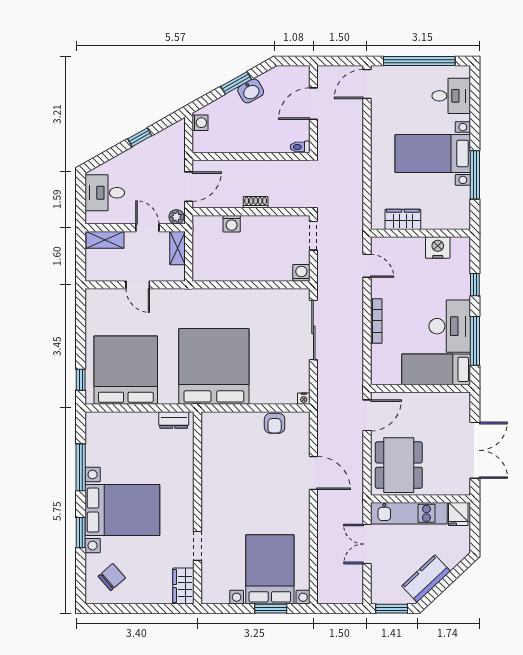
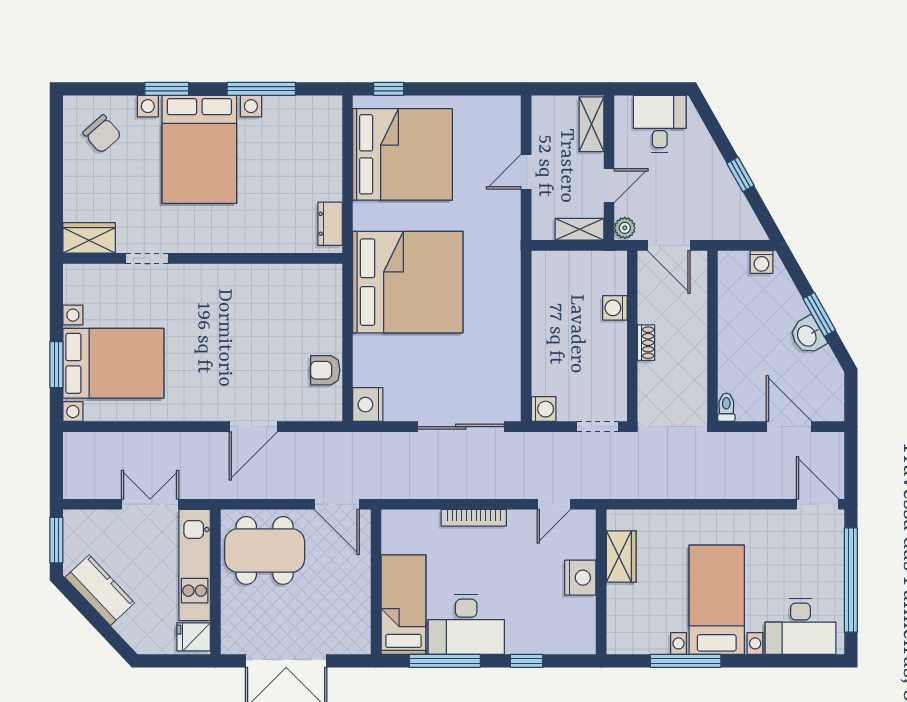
desk: (451, 96) -> (800, 627), width x1.37
nightstand: (438, 248) -> (580, 578), moved
nightstand: (304, 399) -> (368, 405), width x1.89, depth x1.79

